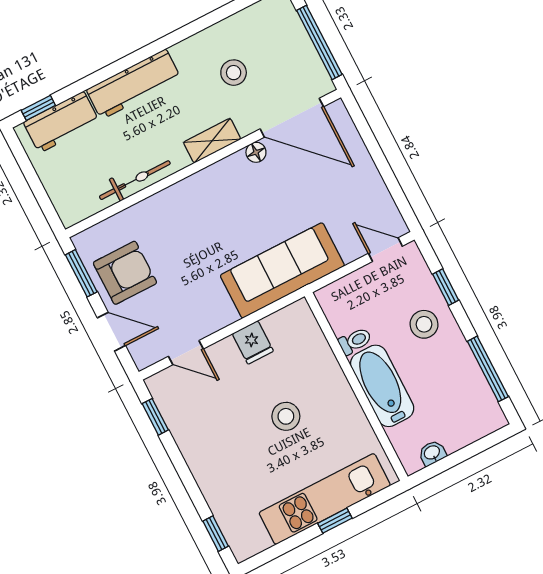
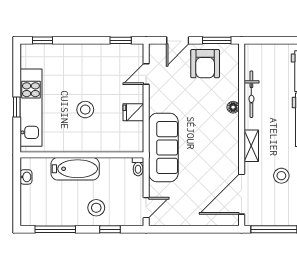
floor lamp: (256, 152) -> (233, 107), moved
toilet: (355, 341) -> (138, 167), moved

